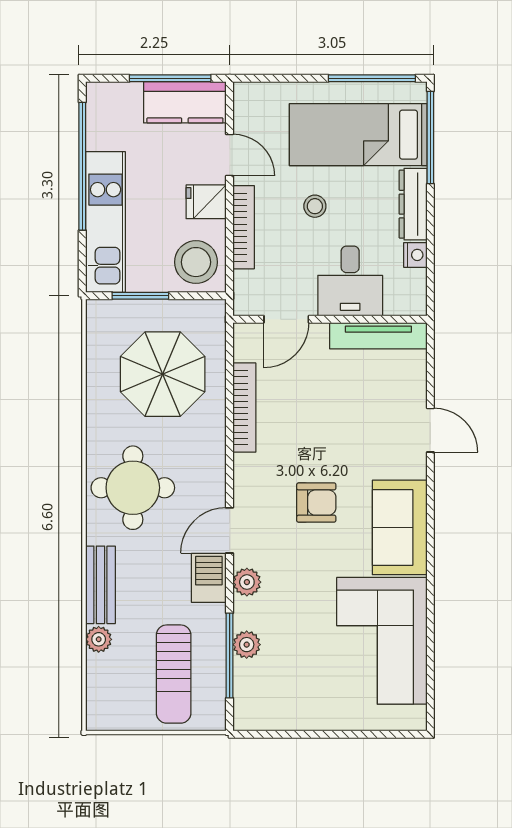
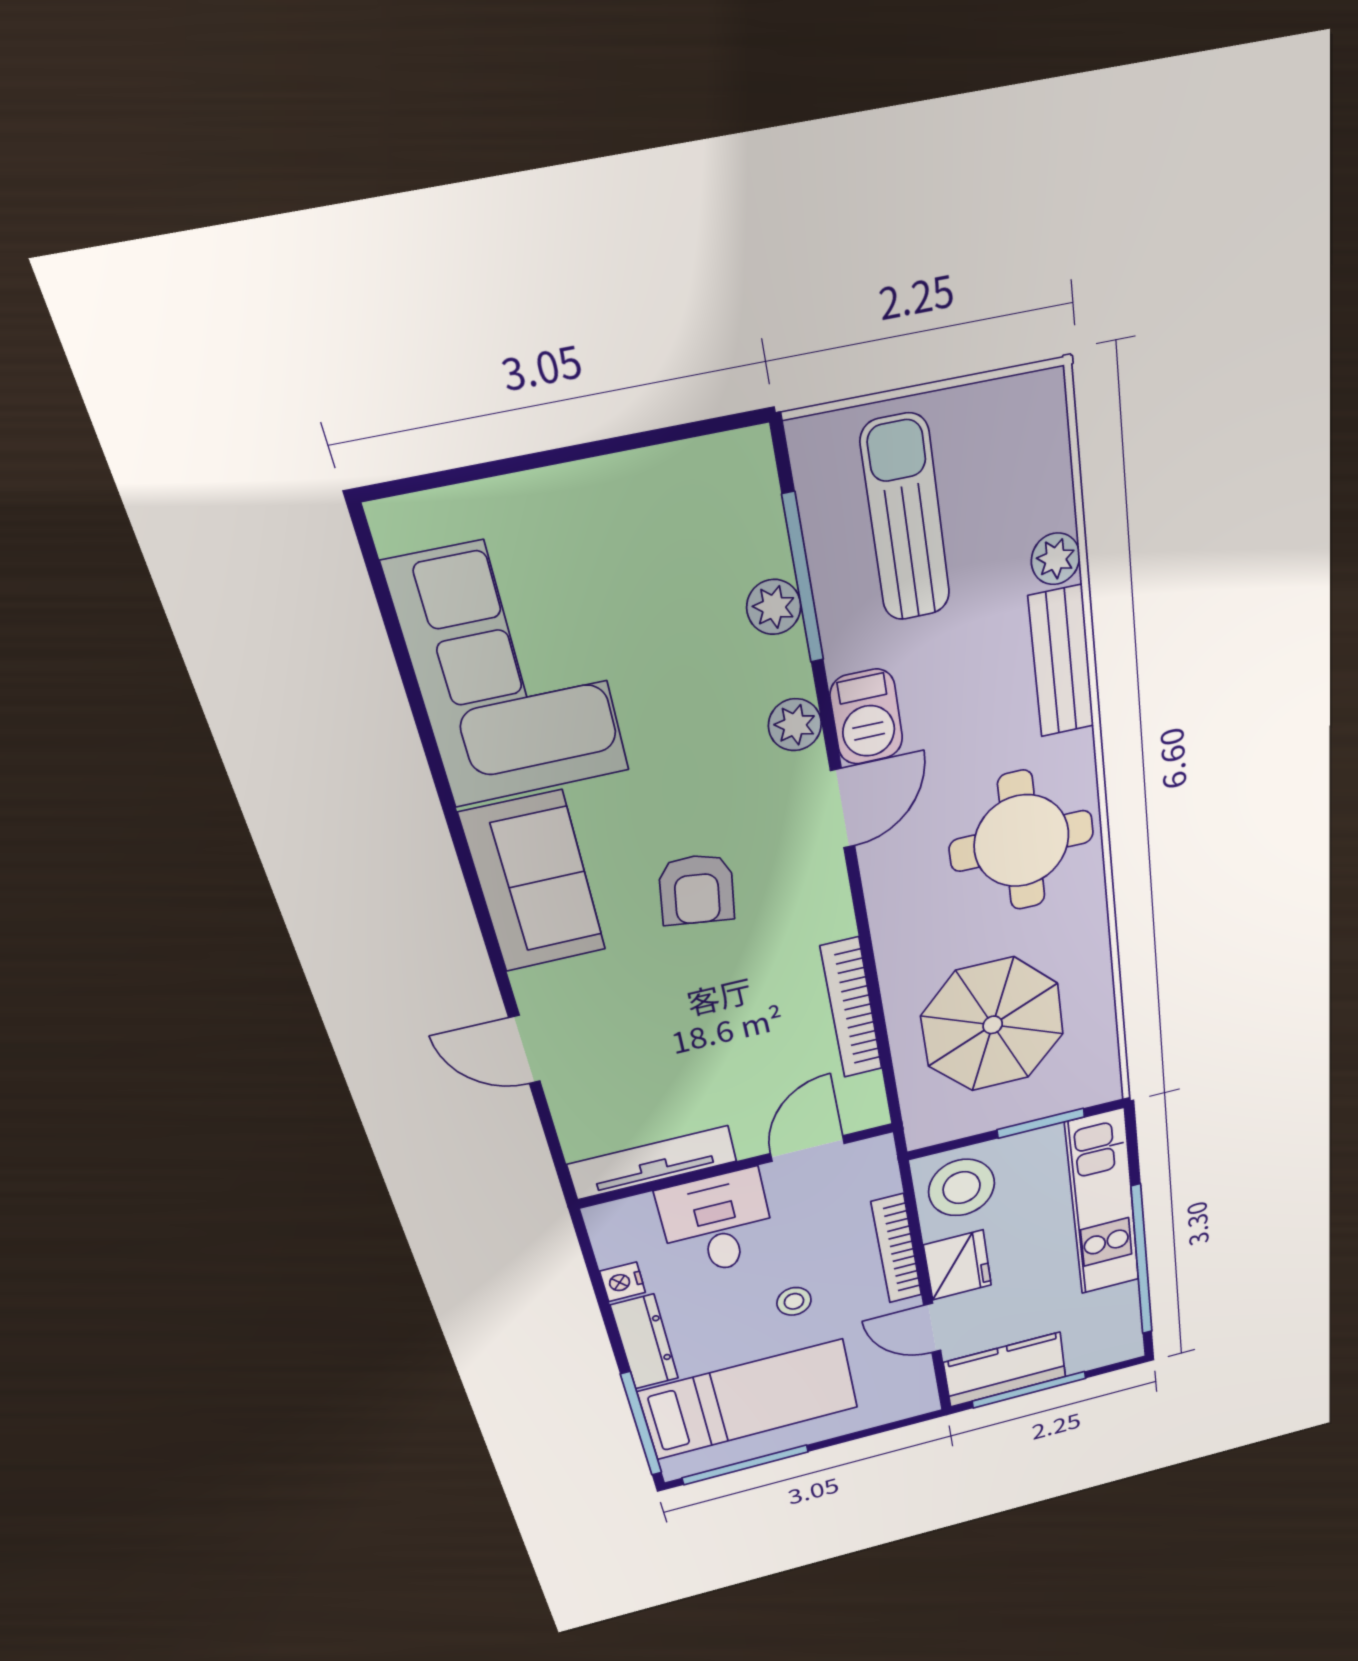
fridge: (206, 202) -> (958, 1265), width x1.38
armchair: (316, 503) -> (697, 890), turned -82

